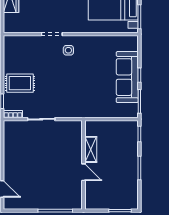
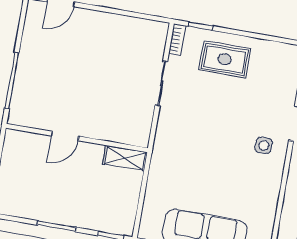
rug: (20, 83) -> (225, 59), turned 90
shelving: (91, 149) -> (125, 158), moved

